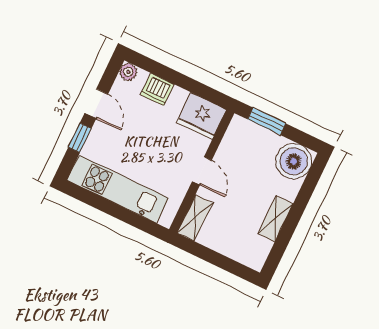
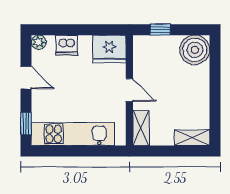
window: (267, 121) -> (160, 30), width x0.67
window: (80, 138) -> (26, 124), moved
shelving: (275, 219) -> (192, 138), moved, turned 90

